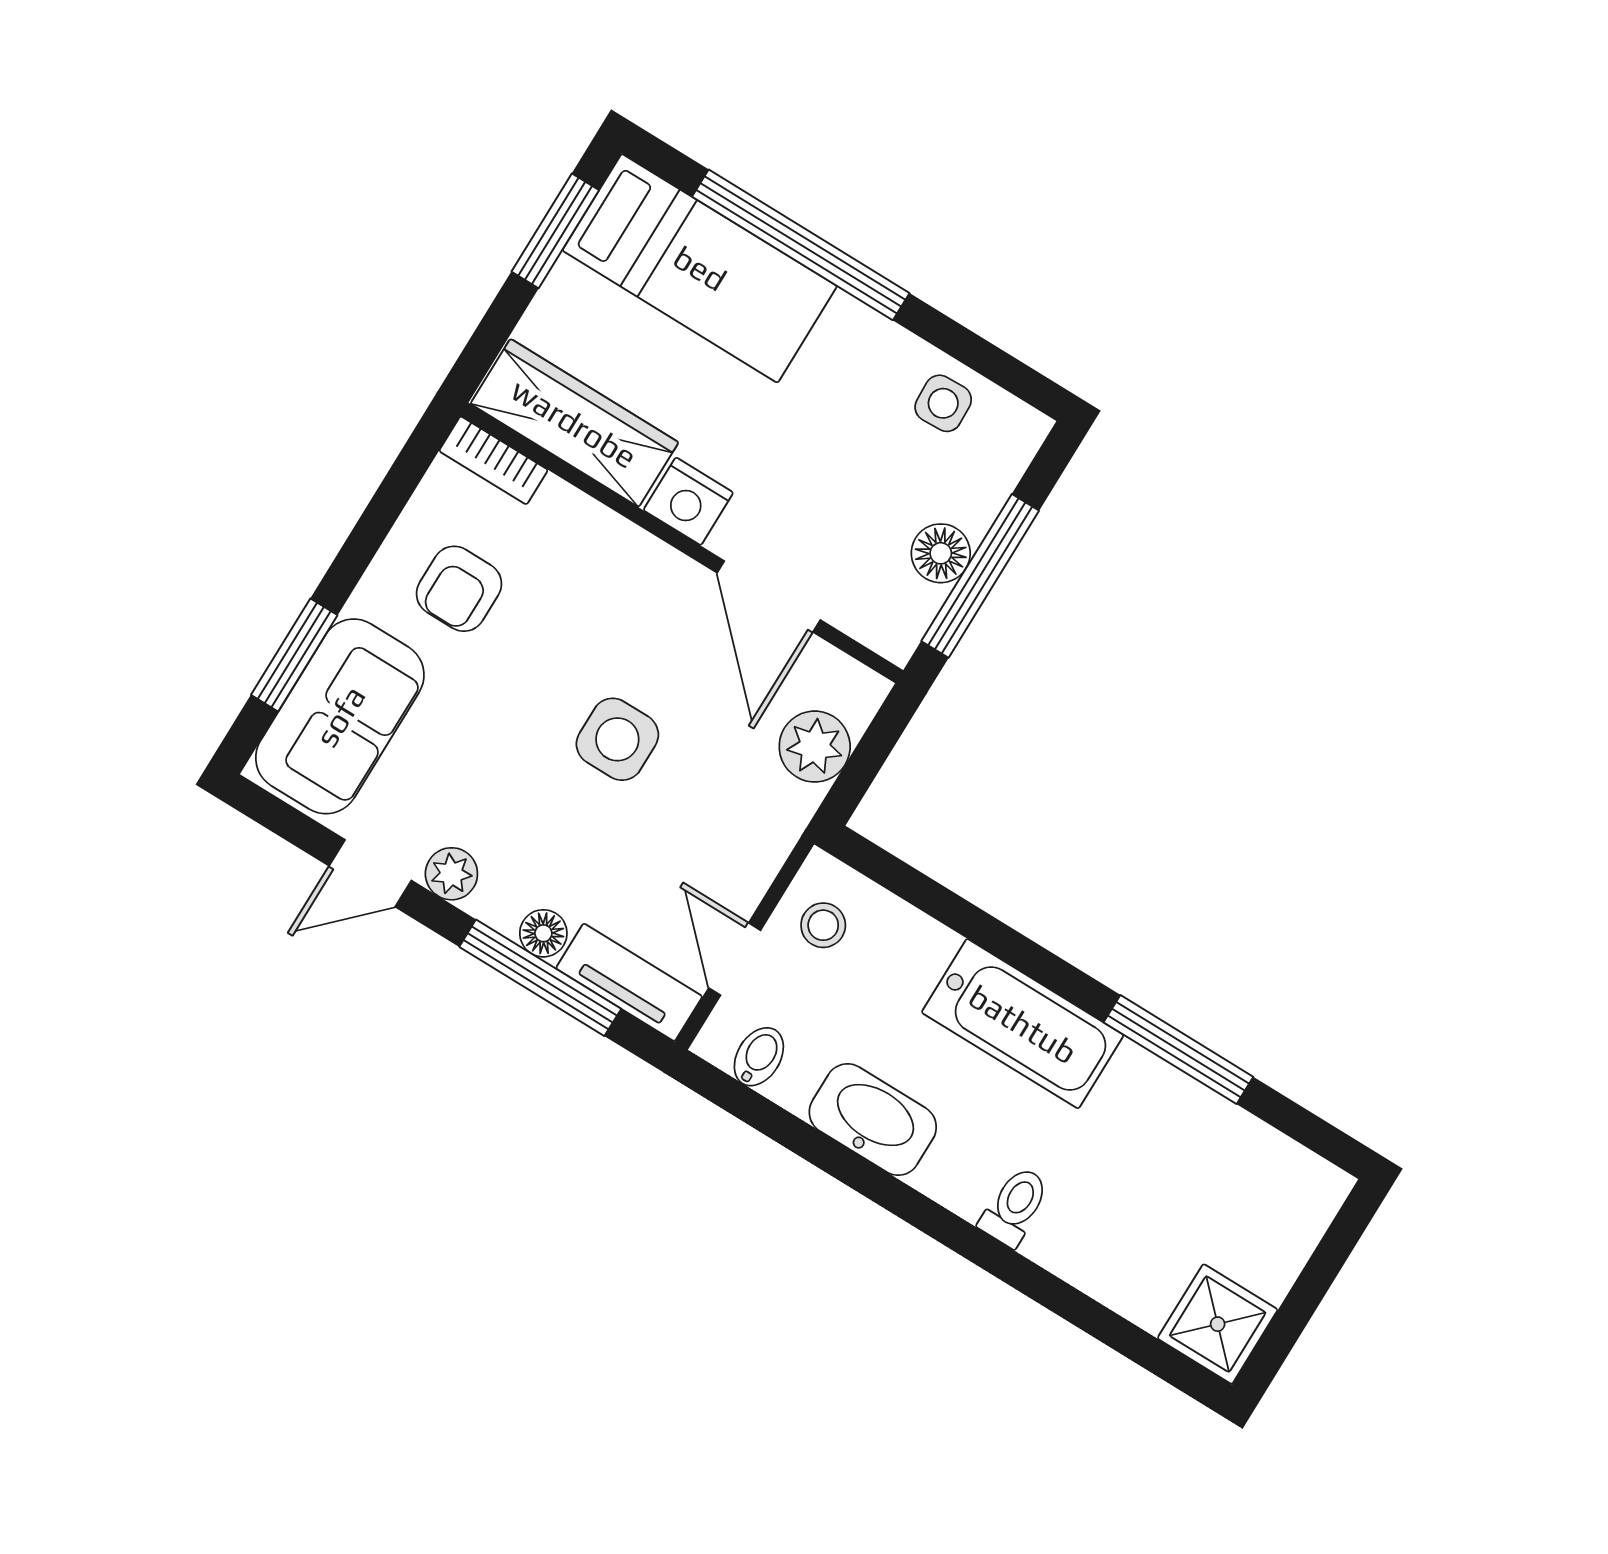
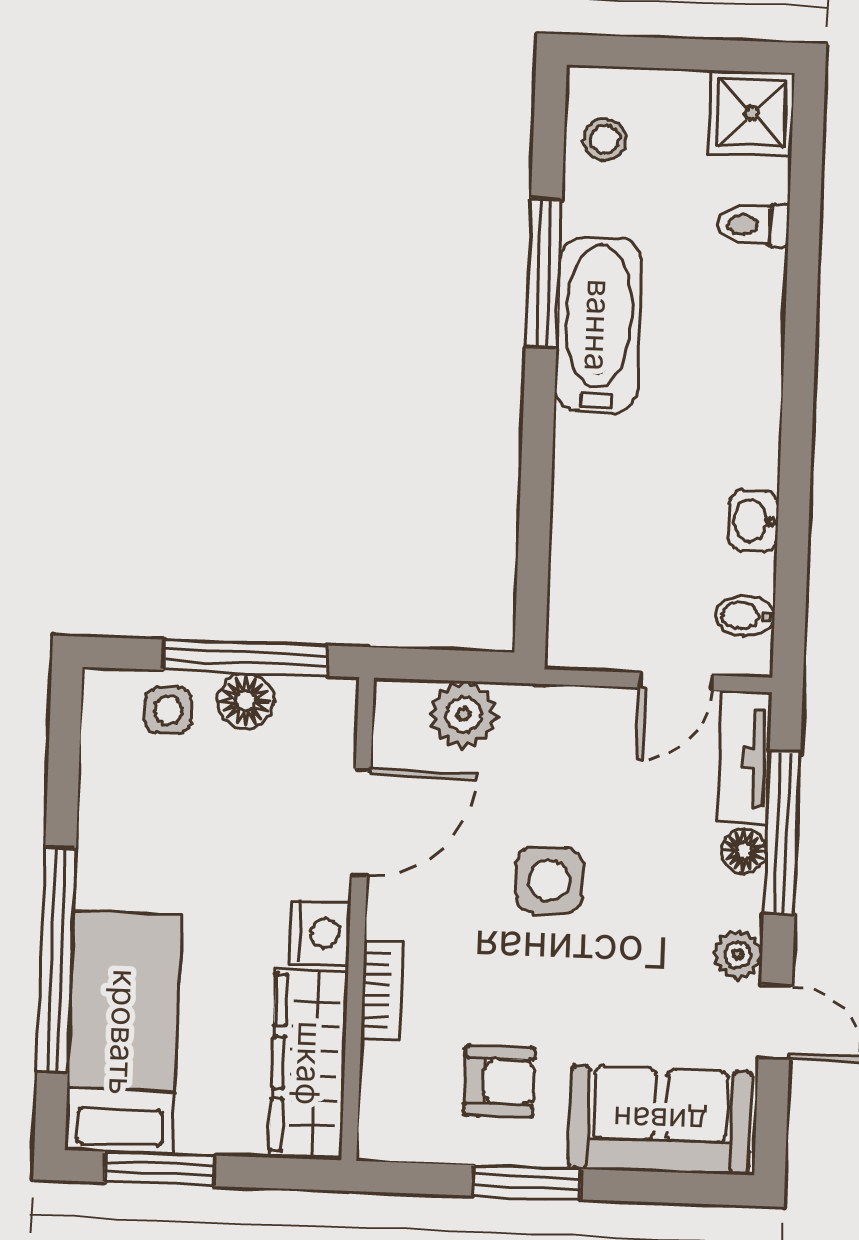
side table: (943, 403) -> (168, 710), moved
bookcase: (493, 460) -> (382, 990), moved
window: (294, 655) -> (527, 1182), moved
stool: (823, 925) -> (605, 139), moved
bathtub: (1023, 1024) -> (598, 325), moved
washbasin: (873, 1120) -> (754, 521), width x0.52, depth x0.69
toilet: (1015, 1206) -> (753, 225), moved

